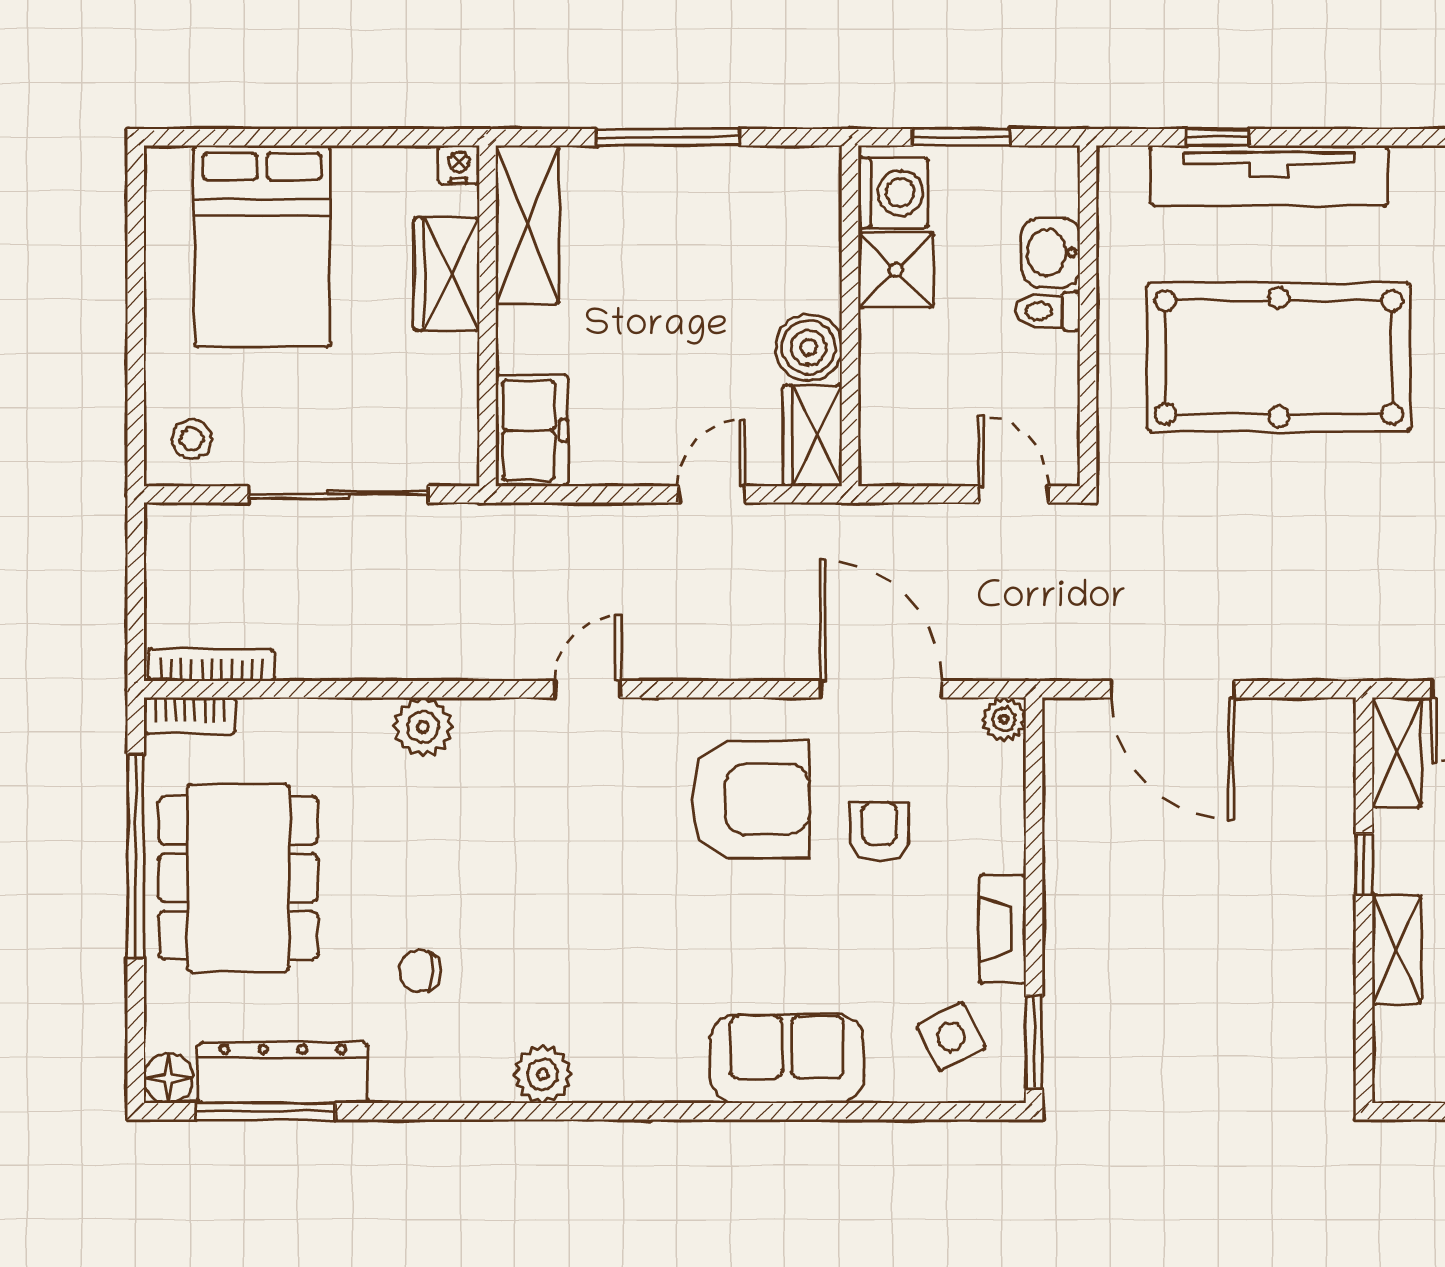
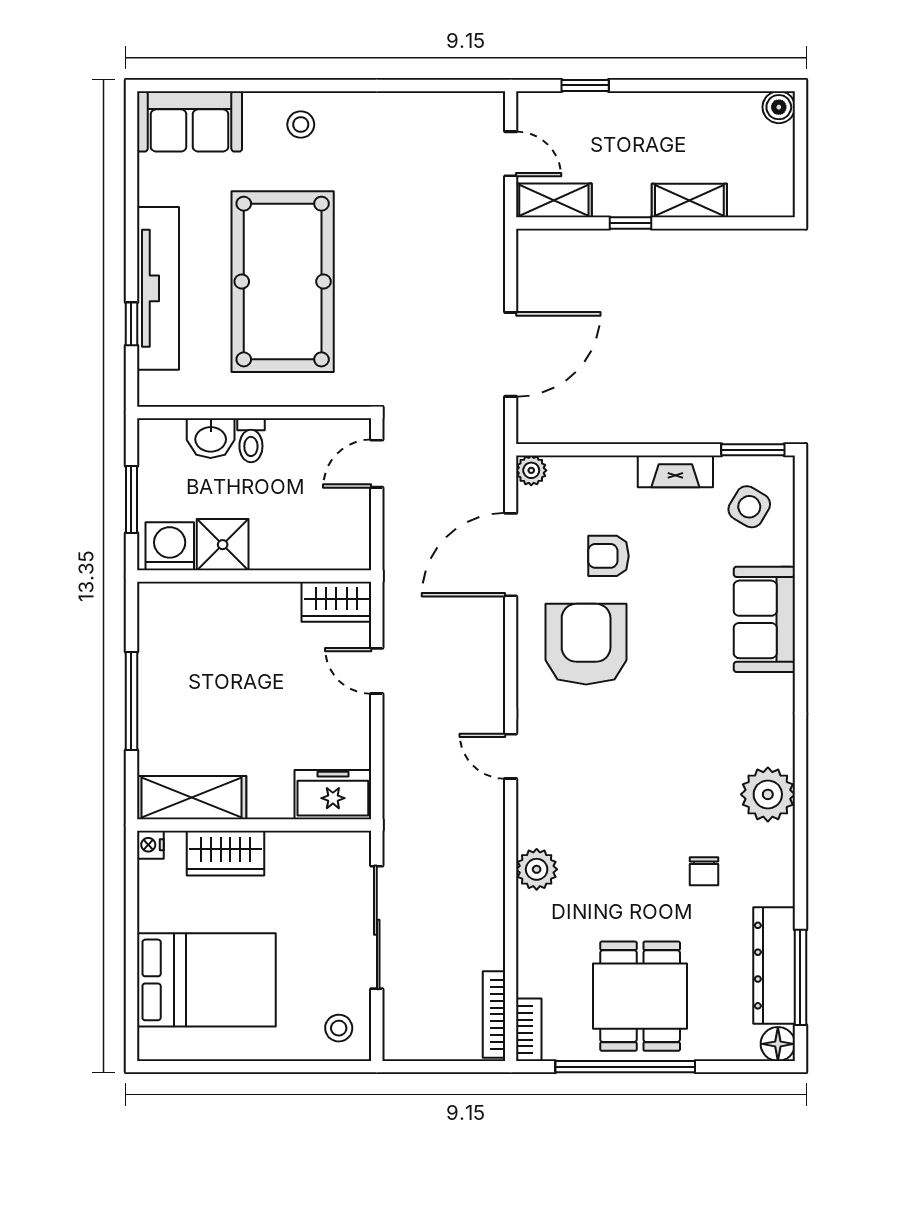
boiler: (808, 347) -> (276, 605), removed
dining table: (238, 878) -> (640, 996), width x0.73
side table: (951, 1037) -> (749, 507), turned -32
plant: (543, 1074) -> (768, 794), width x1.36, depth x1.36

